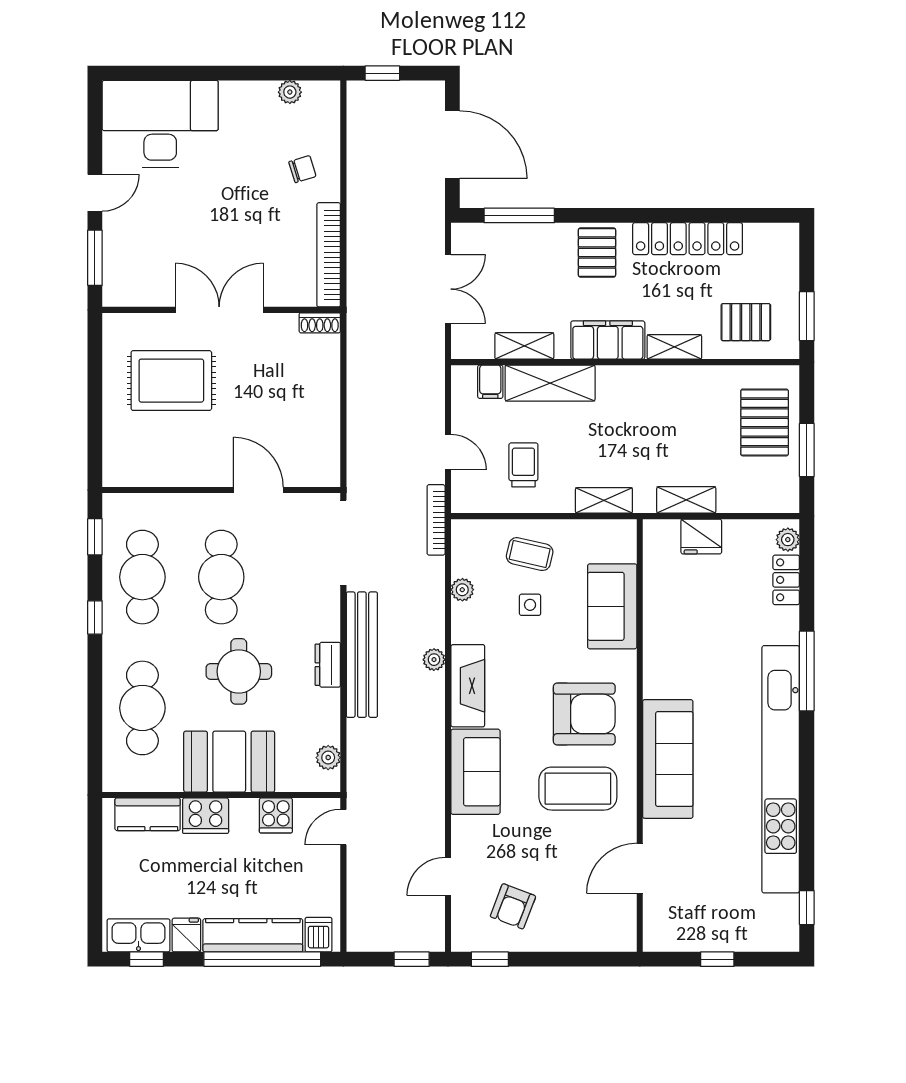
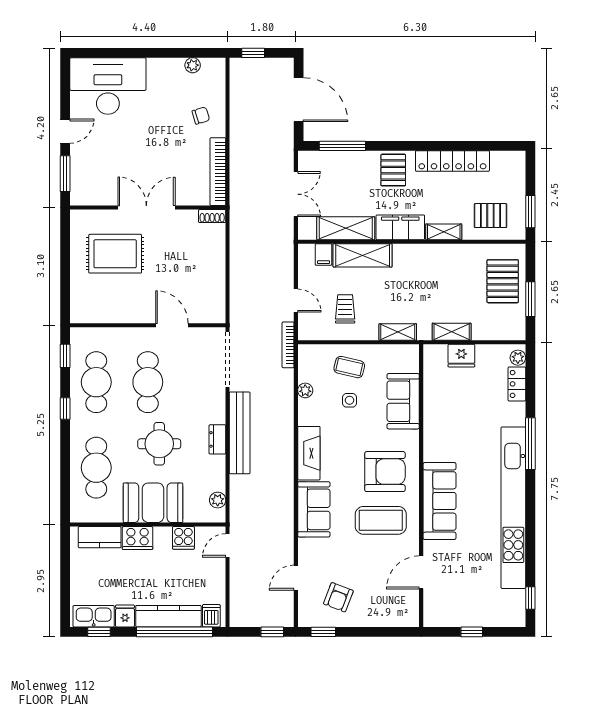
shelving: (524, 346) -> (346, 228), width x1.50, depth x1.33
plant: (434, 660) -> (287, 436), removed

